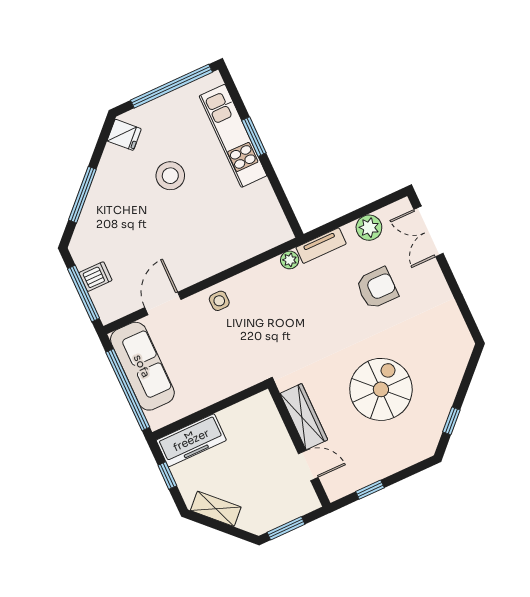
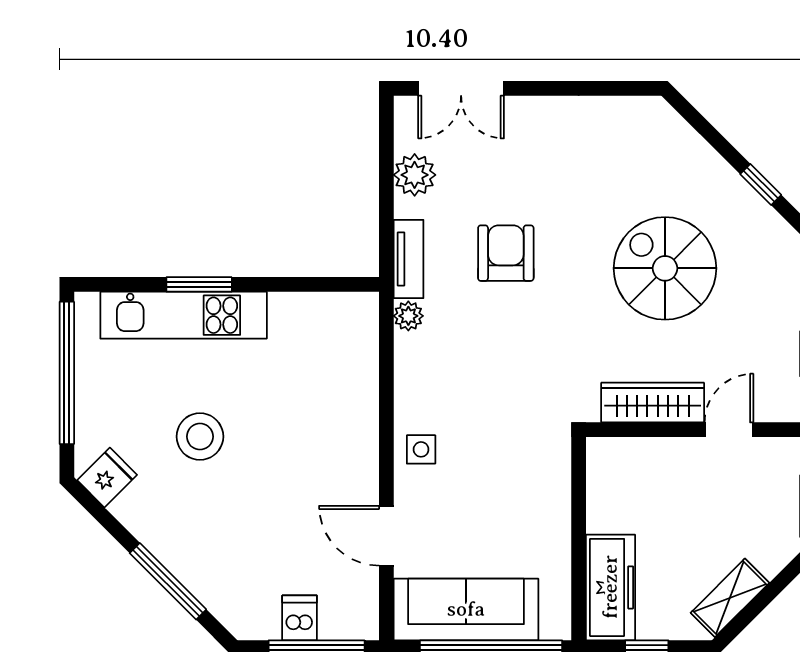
armchair: (377, 288) -> (506, 253), moved

